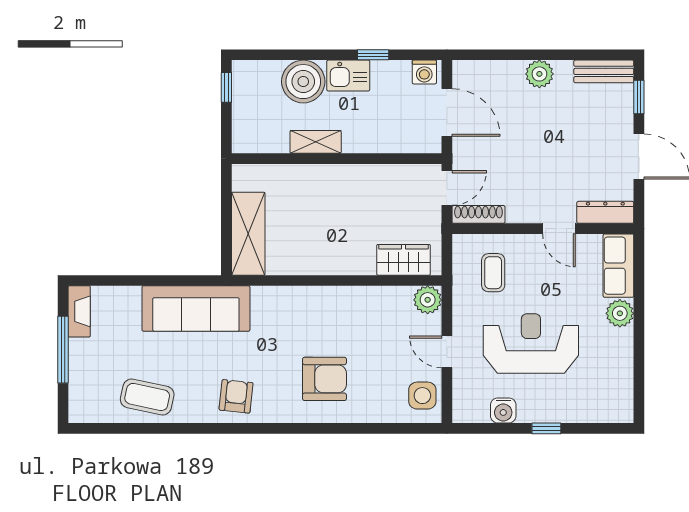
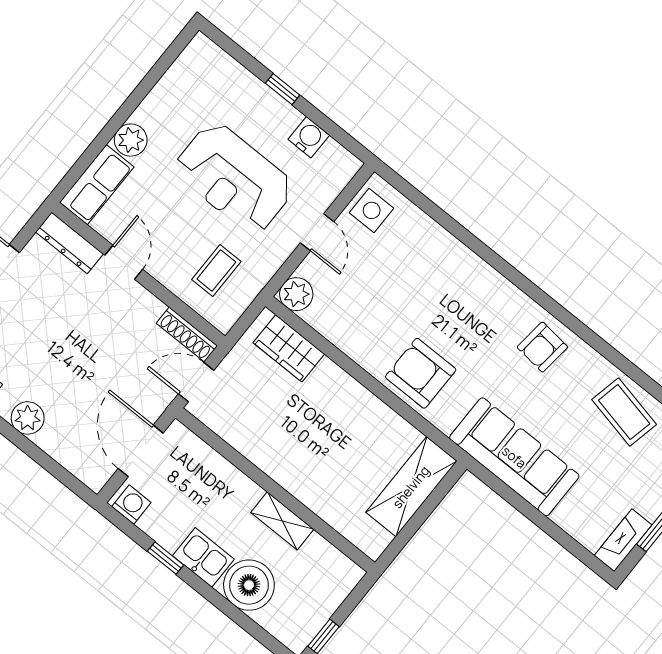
armchair: (324, 379) -> (421, 373), moved

